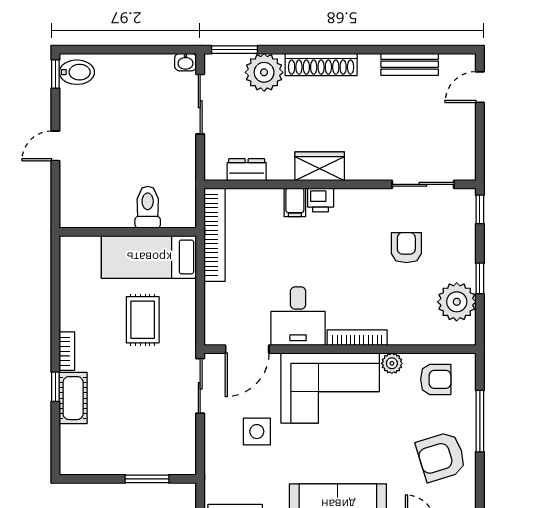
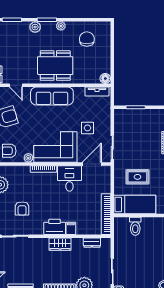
printer: (321, 200) -> (55, 227), width x1.87, depth x1.48
rug: (143, 320) -> (137, 177), turned 90

